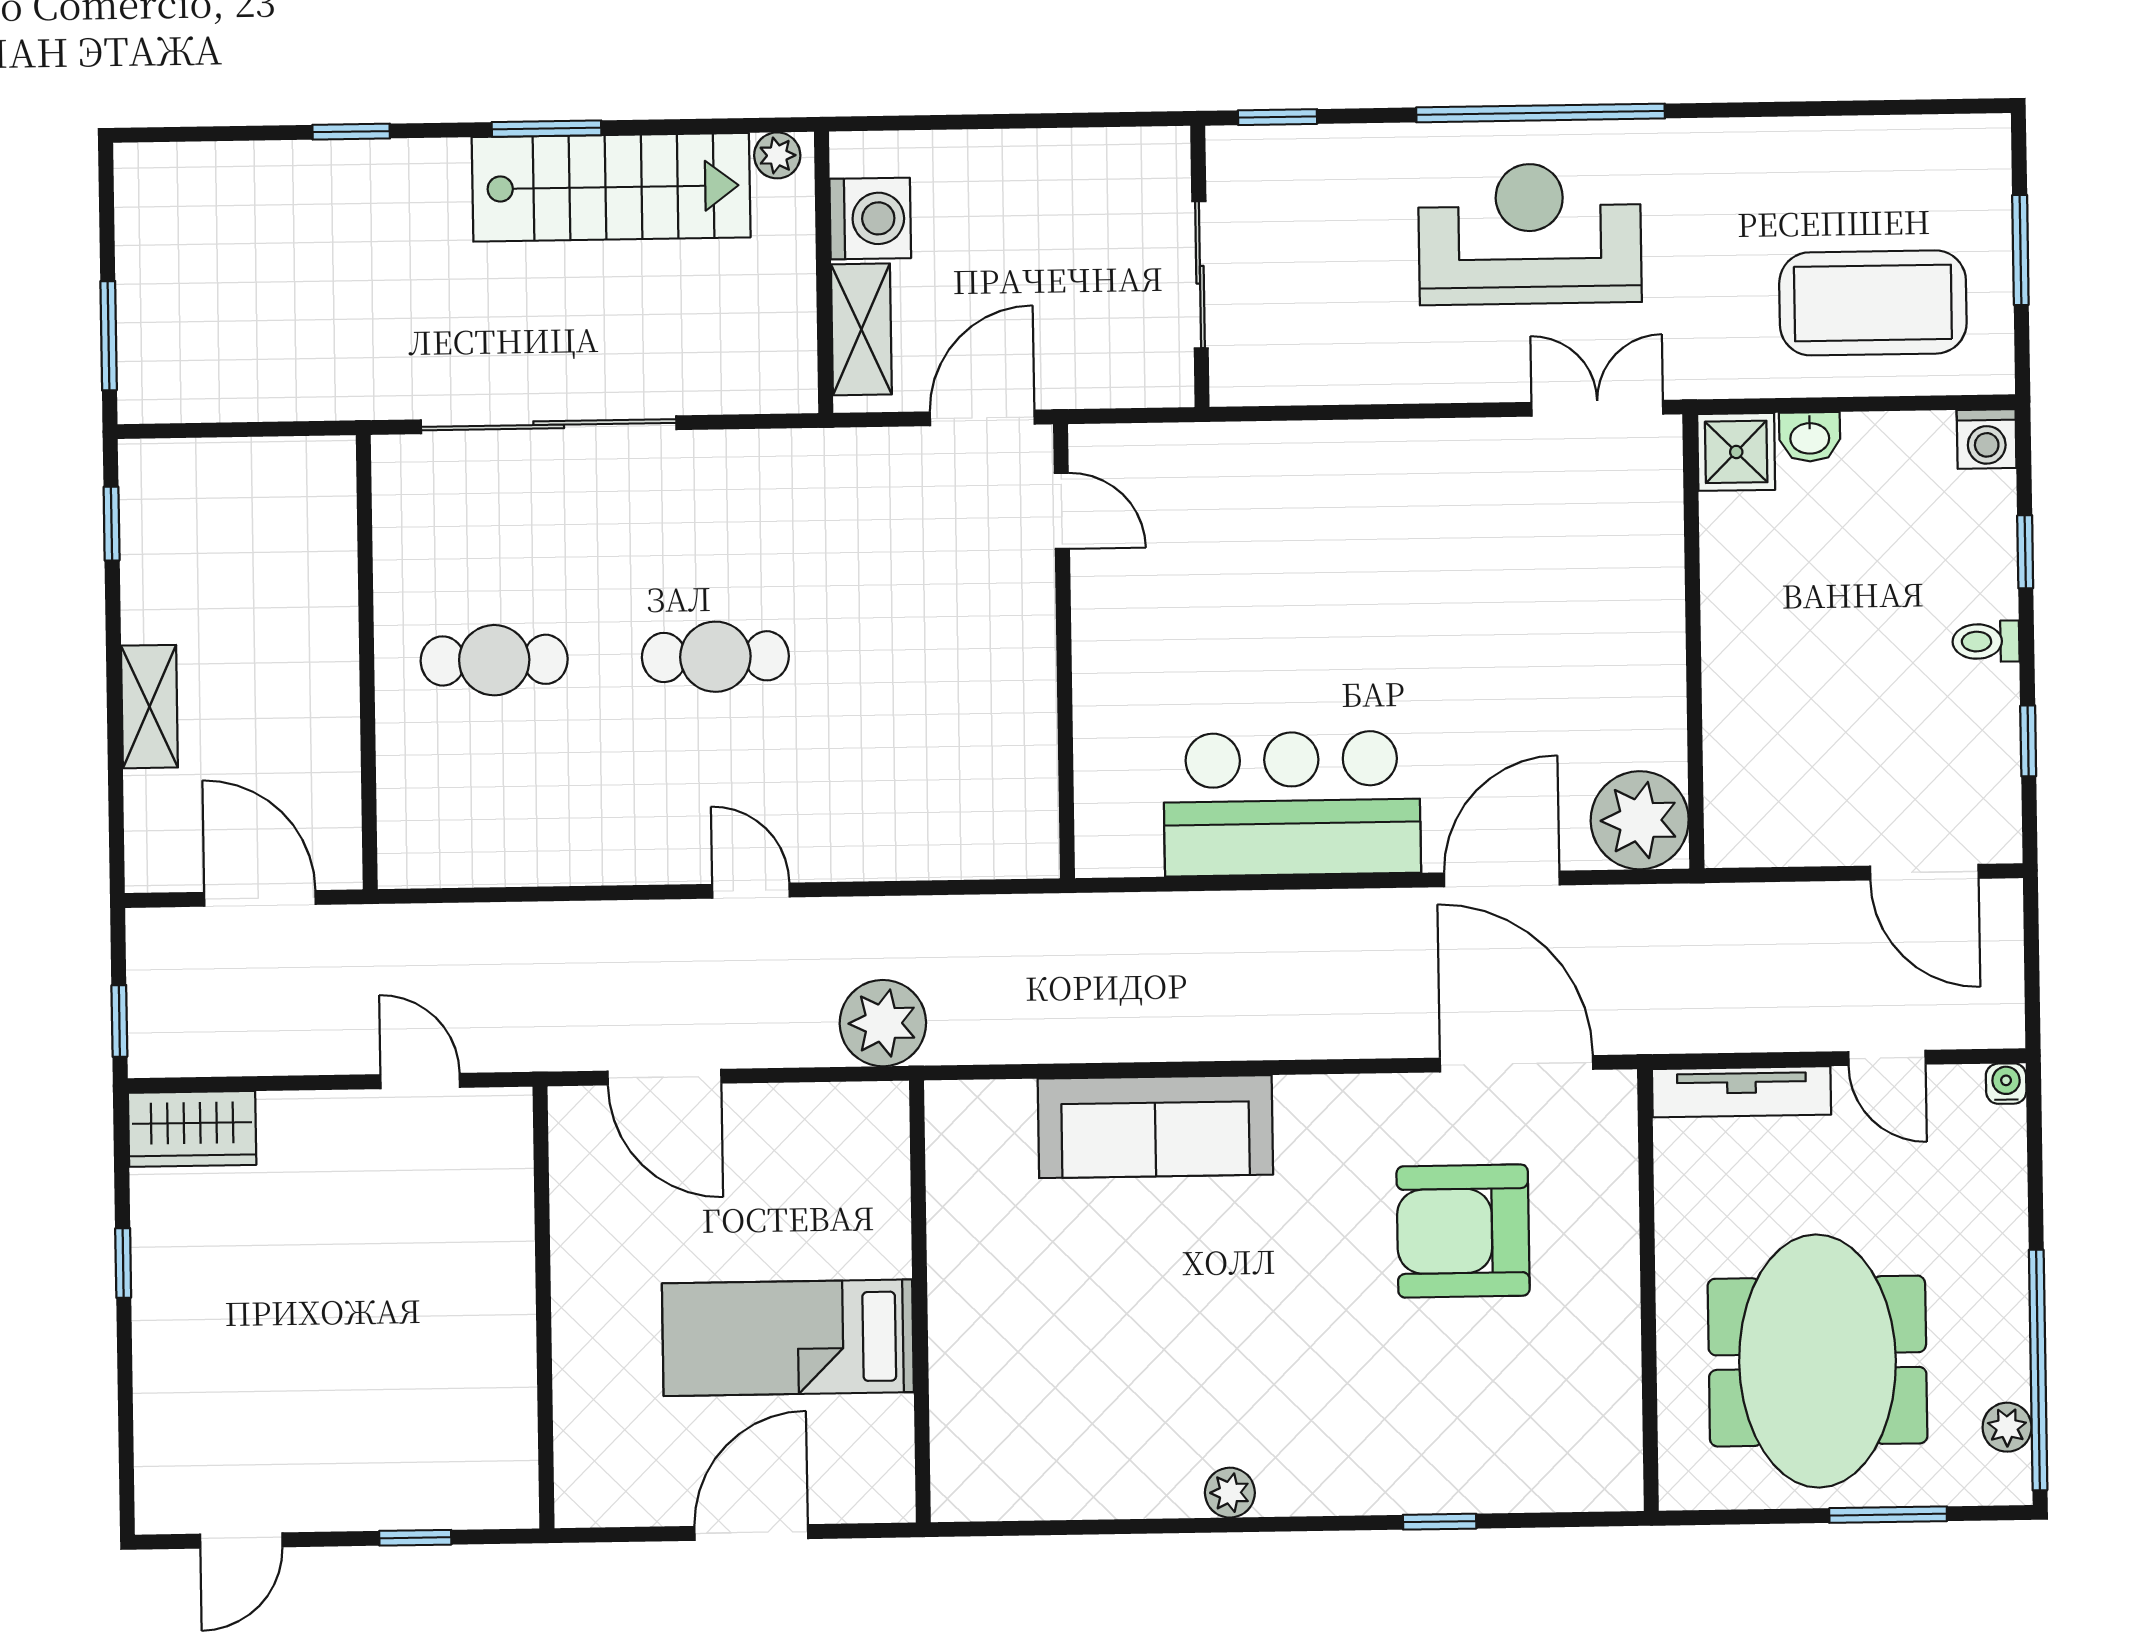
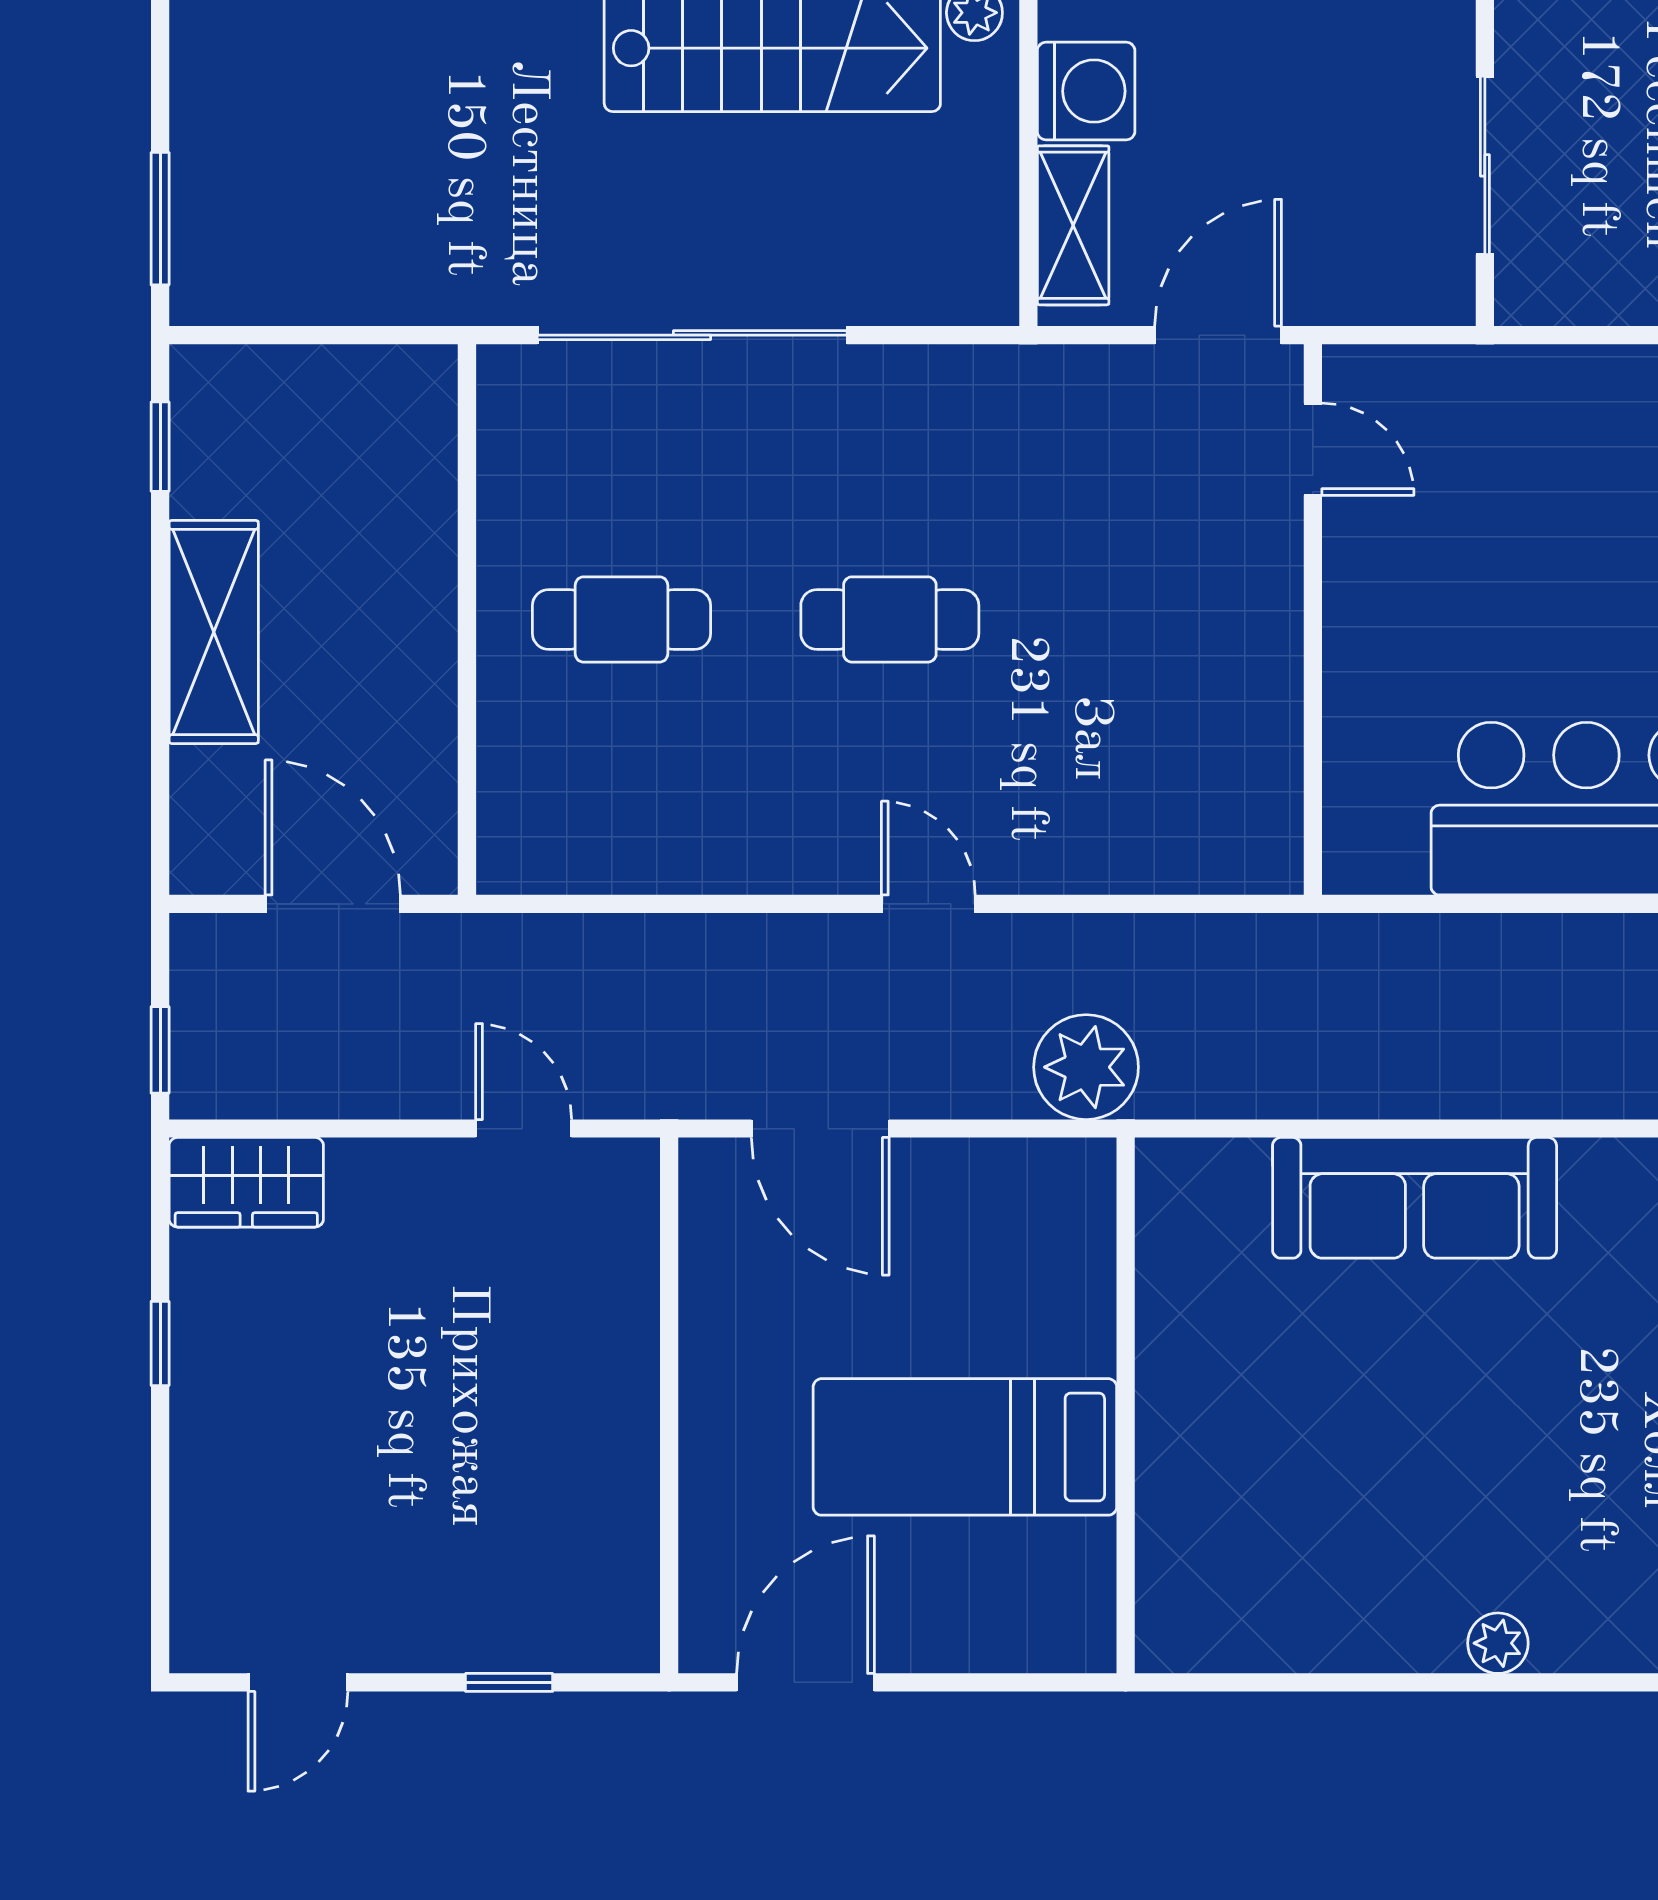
shelving: (149, 707) -> (214, 632), width x1.50, depth x1.33
door: (751, 1532) -> (805, 1682), moved

